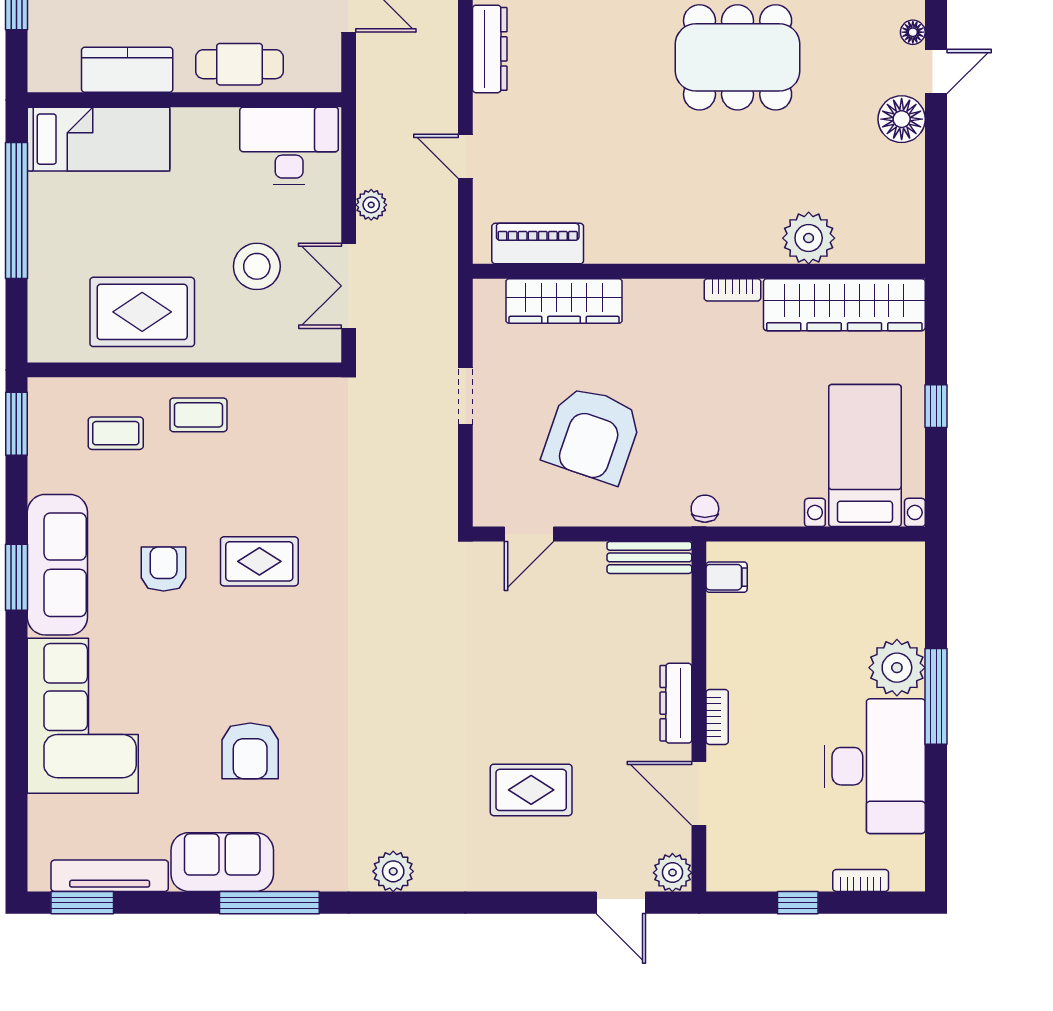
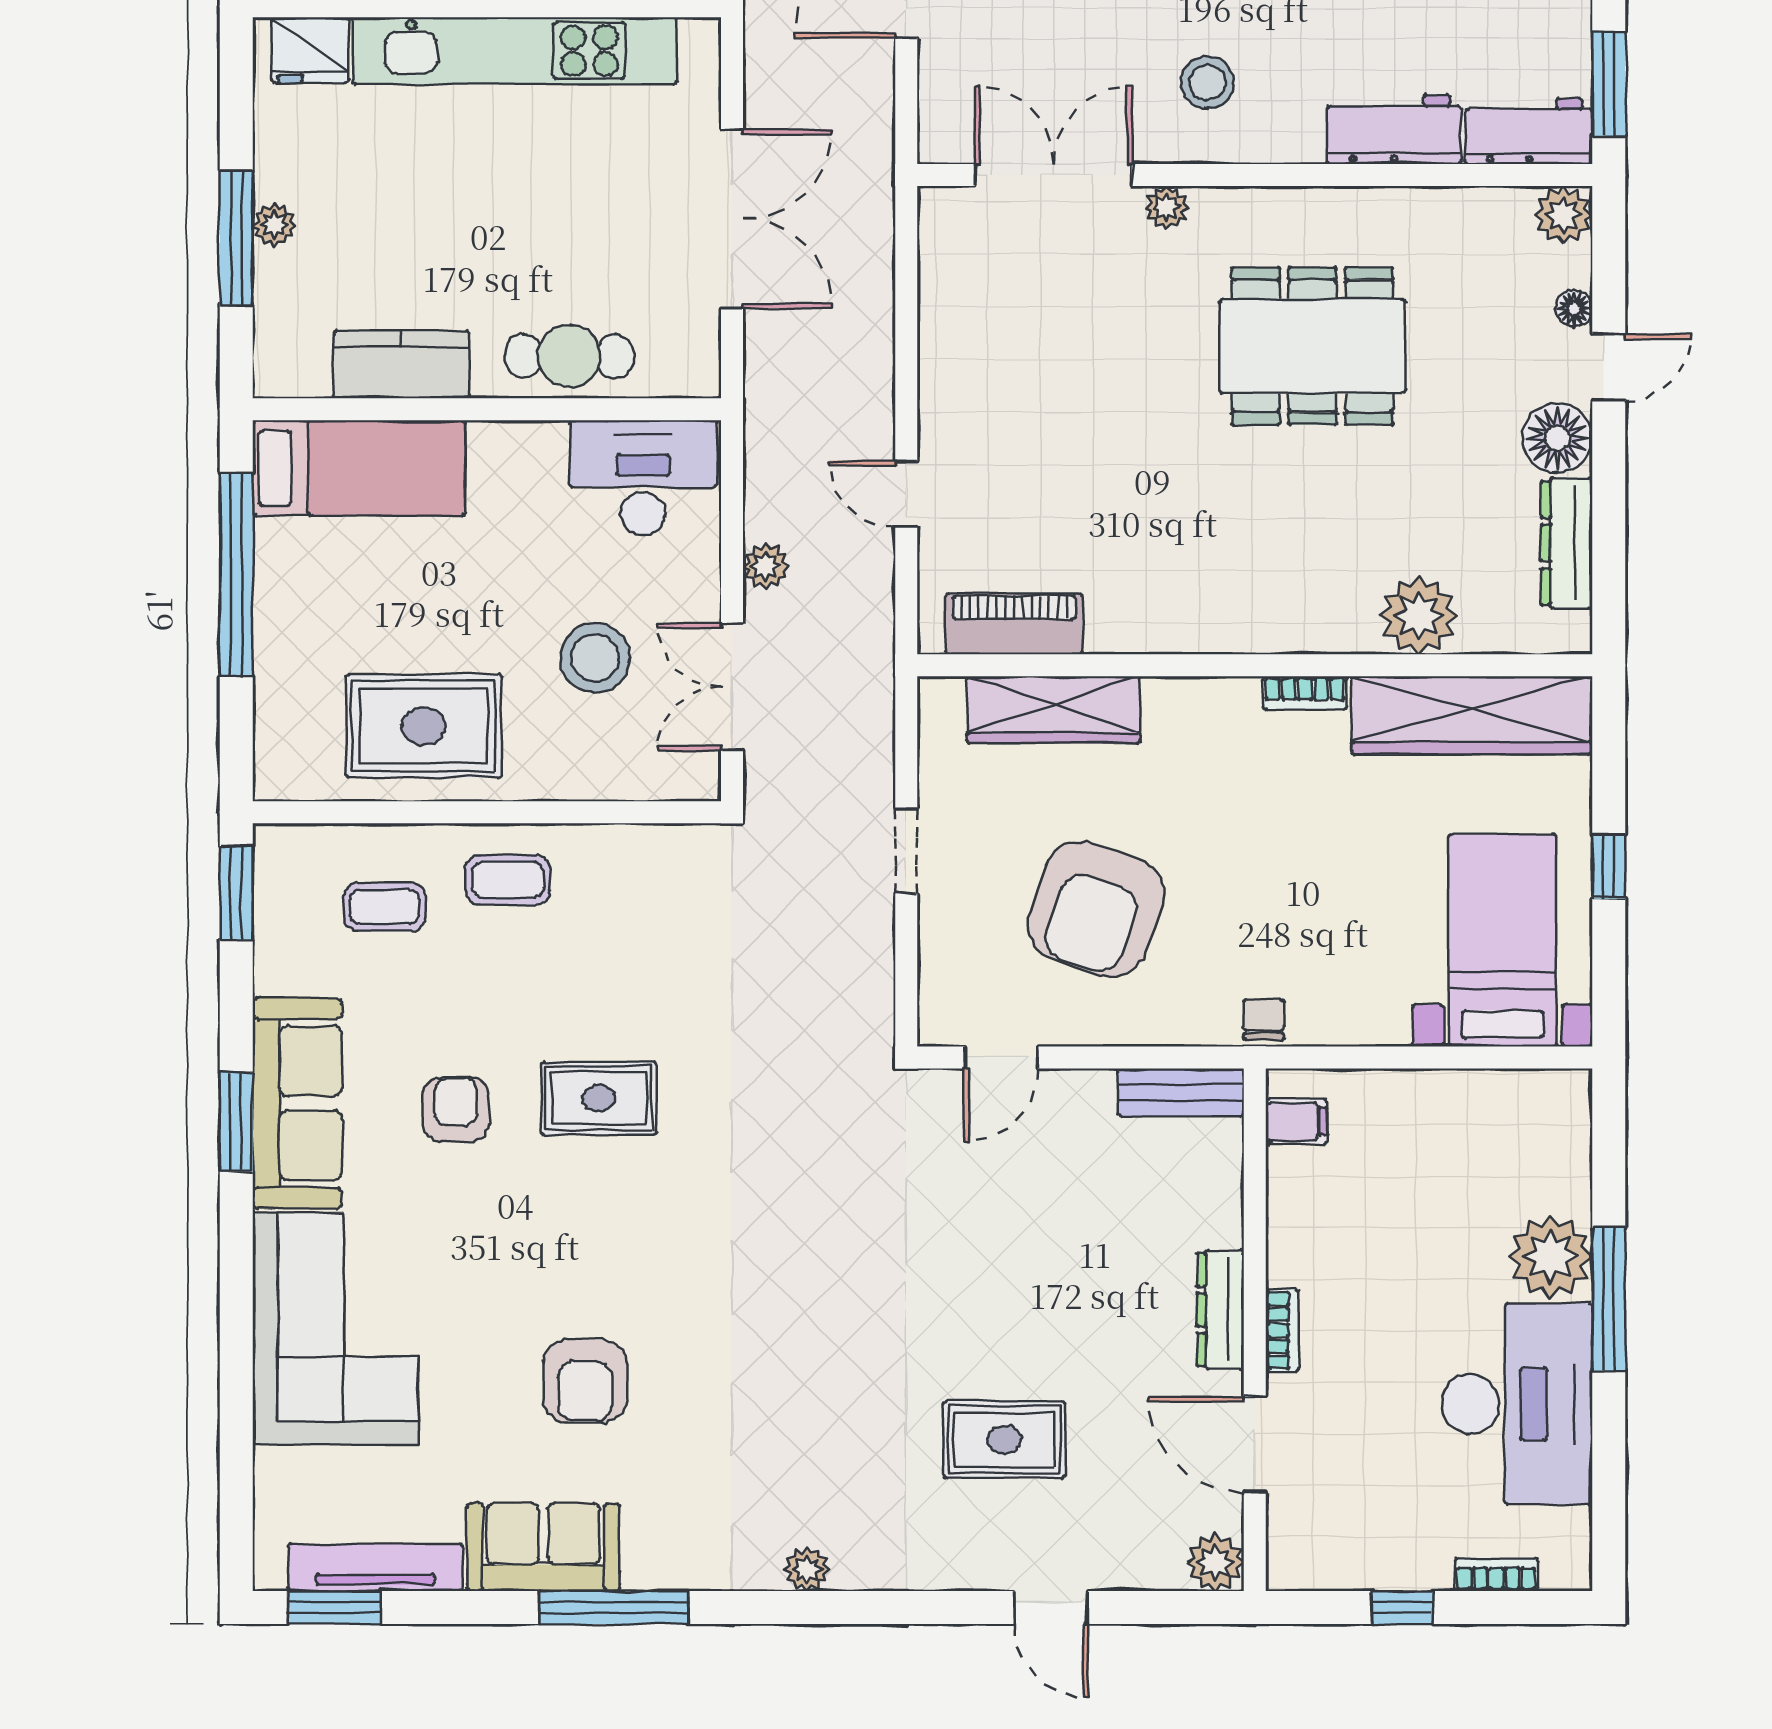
dresser: (490, 49) -> (1567, 543), moved, turned 180
plant: (393, 871) -> (807, 1569), width x0.73, depth x0.73
door: (621, 903) -> (1051, 1607), moved

